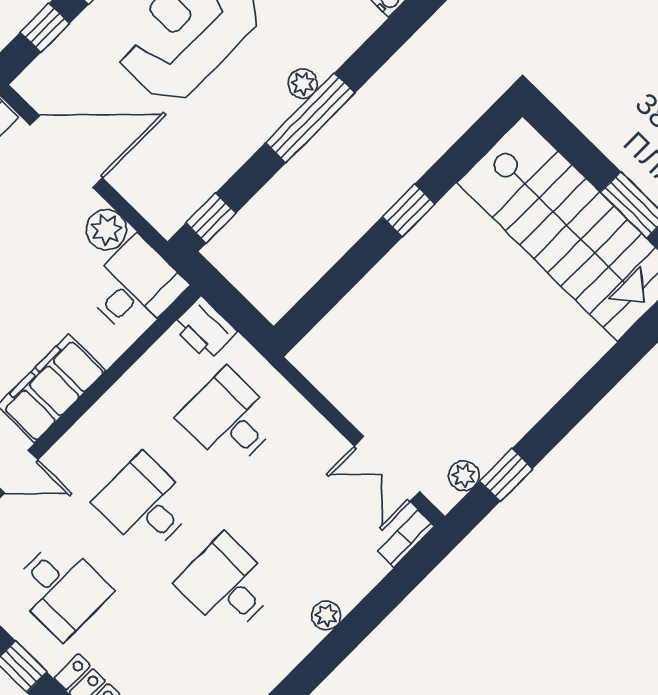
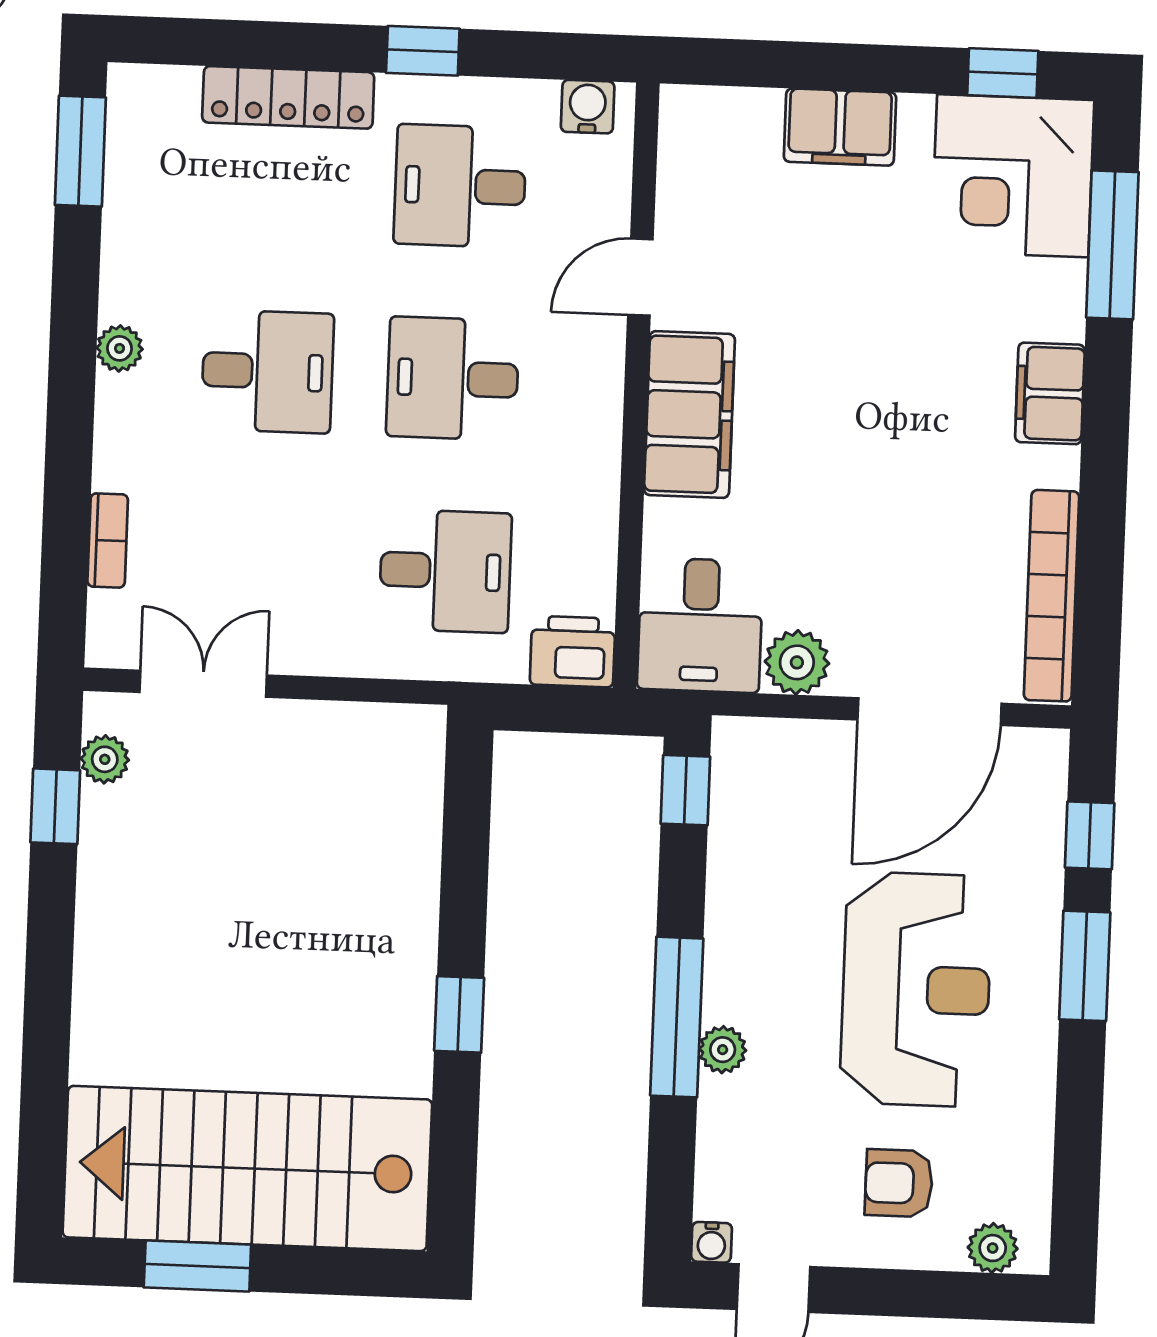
desk: (145, 504) -> (453, 378), turned 180
bookcase: (406, 539) -> (108, 540), moved
plant: (326, 615) -> (120, 348), moved

